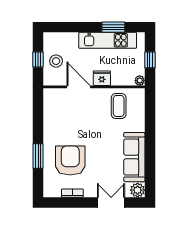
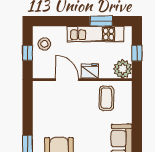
stool: (56, 61) -> (44, 44), moved
plant: (140, 80) -> (123, 69), width x1.88, depth x1.88

